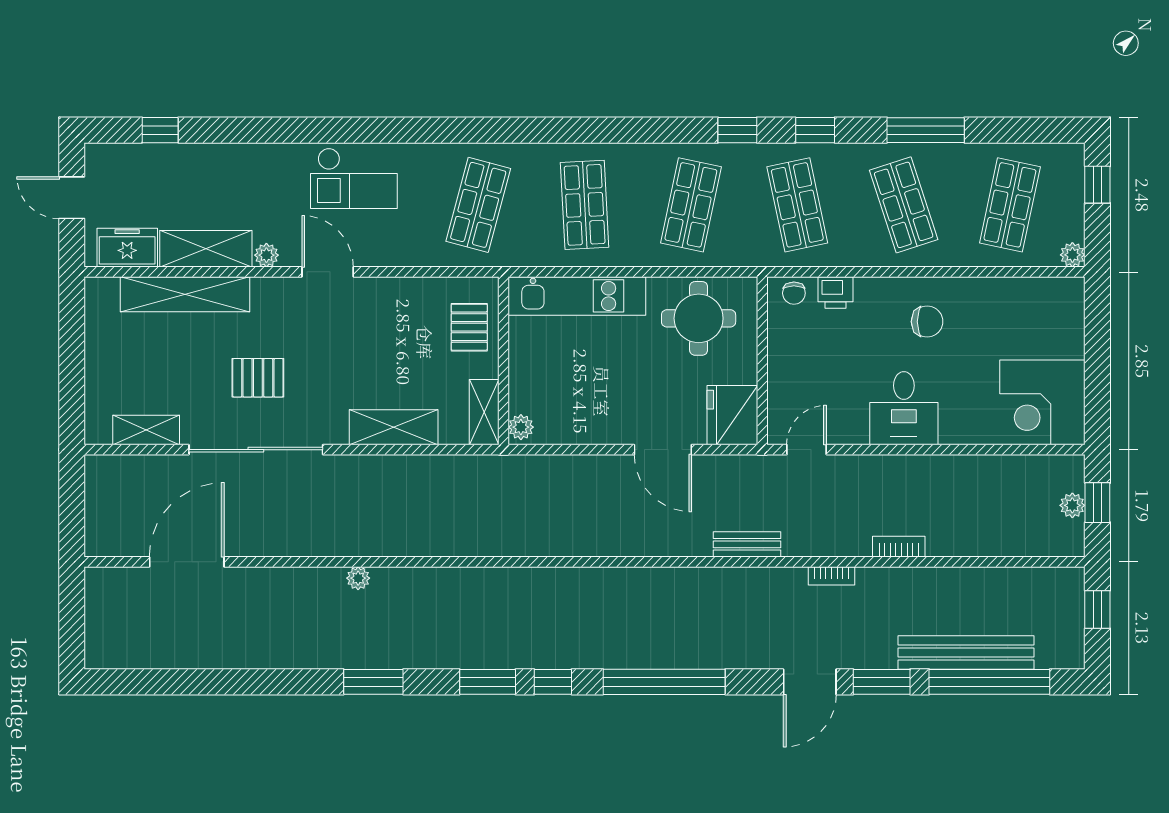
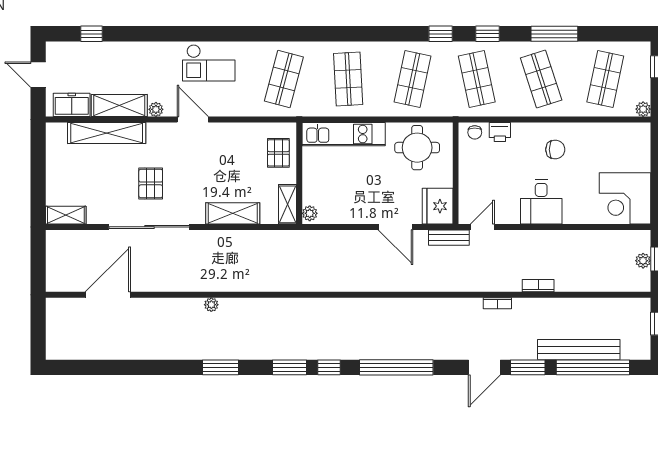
pallet: (258, 378) -> (151, 183), turned 90
shelving: (146, 430) -> (66, 215), moved
bench: (747, 544) -> (449, 238), moved

